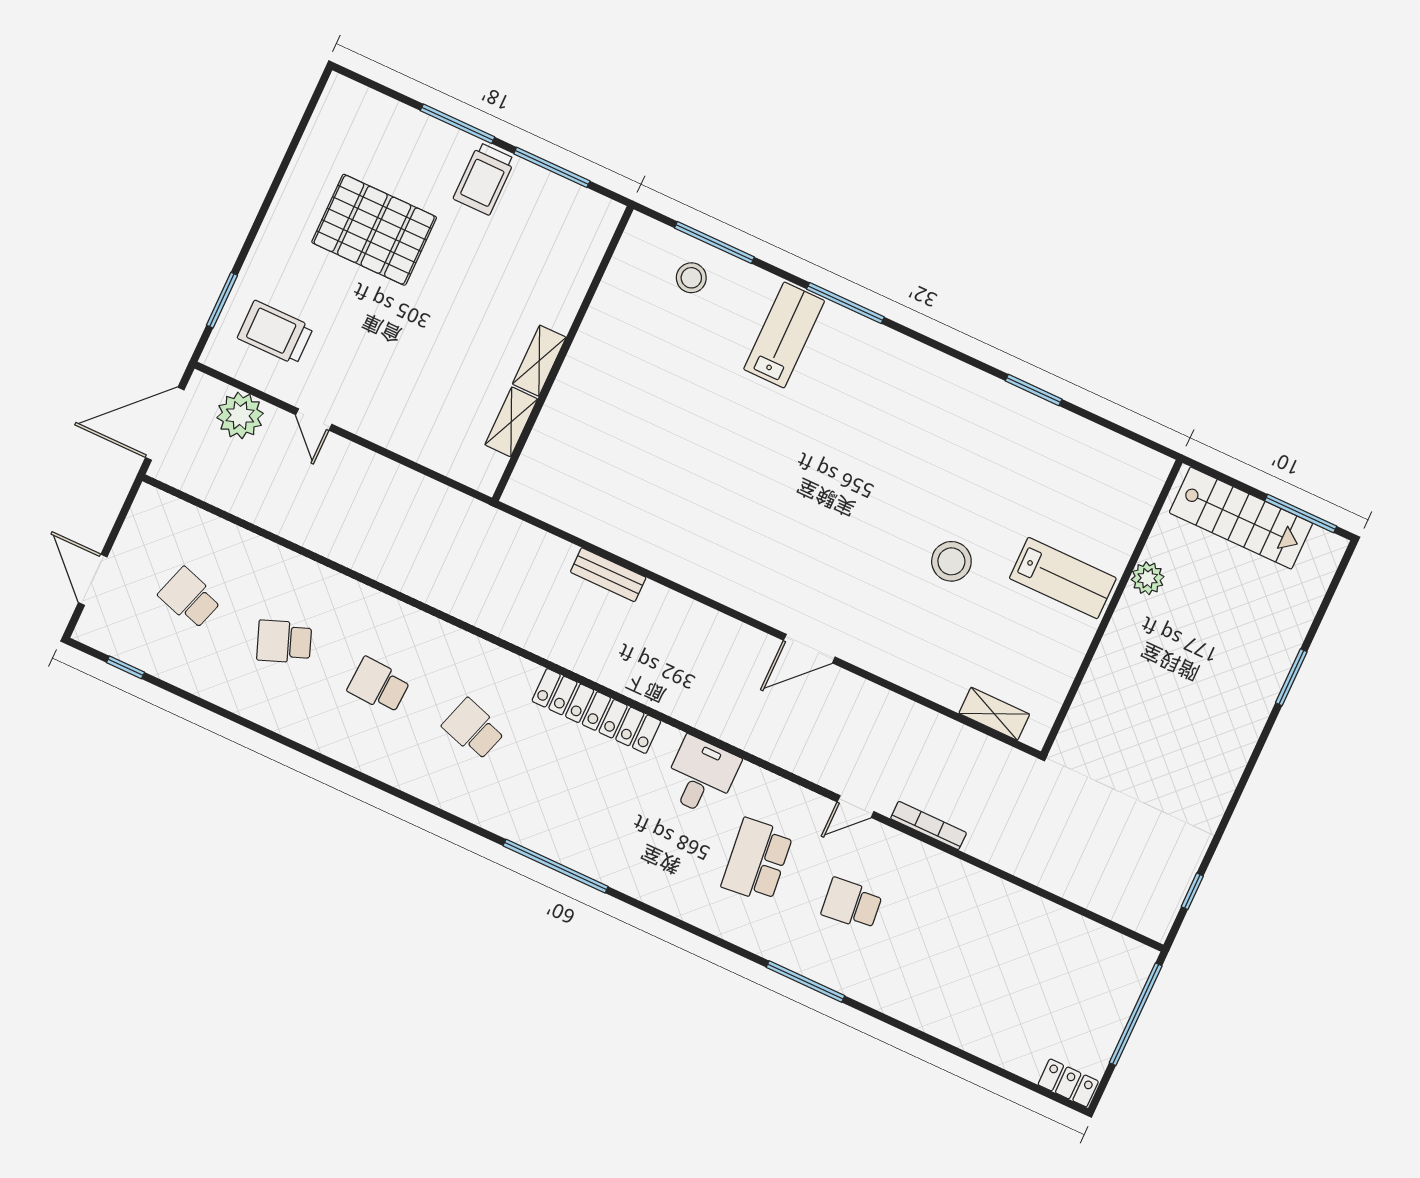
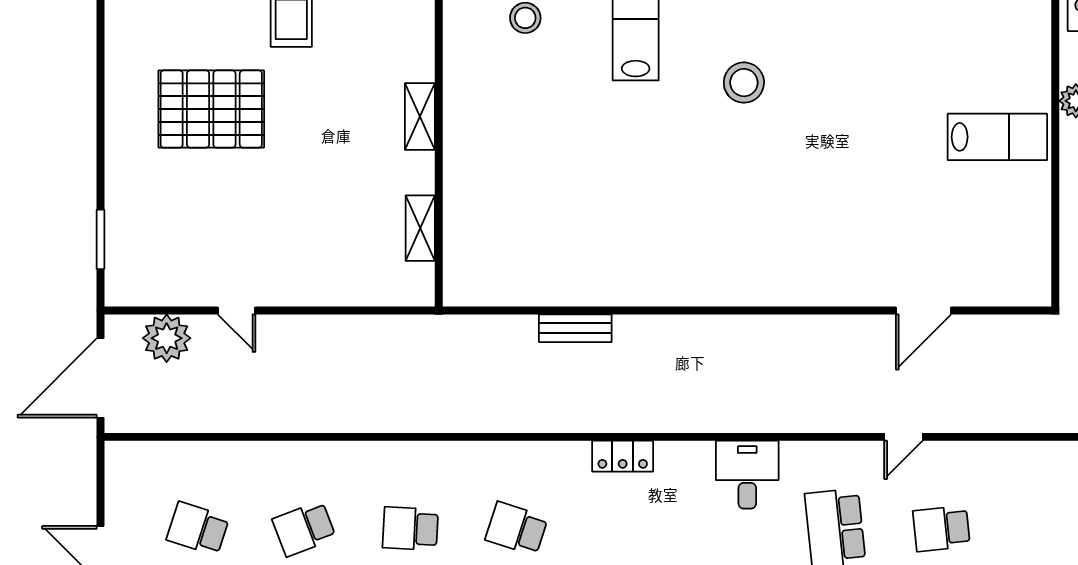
trolley: (275, 333) -> (164, 246), removed
shelving: (539, 361) -> (420, 117), moved
stool: (951, 561) -> (744, 83), moved
door: (809, 649) -> (923, 310), moved
locker: (596, 711) -> (623, 456), width x0.46, depth x0.83
shelving: (994, 714) -> (992, 292), removed
bookcase: (929, 826) -> (979, 423), removed

